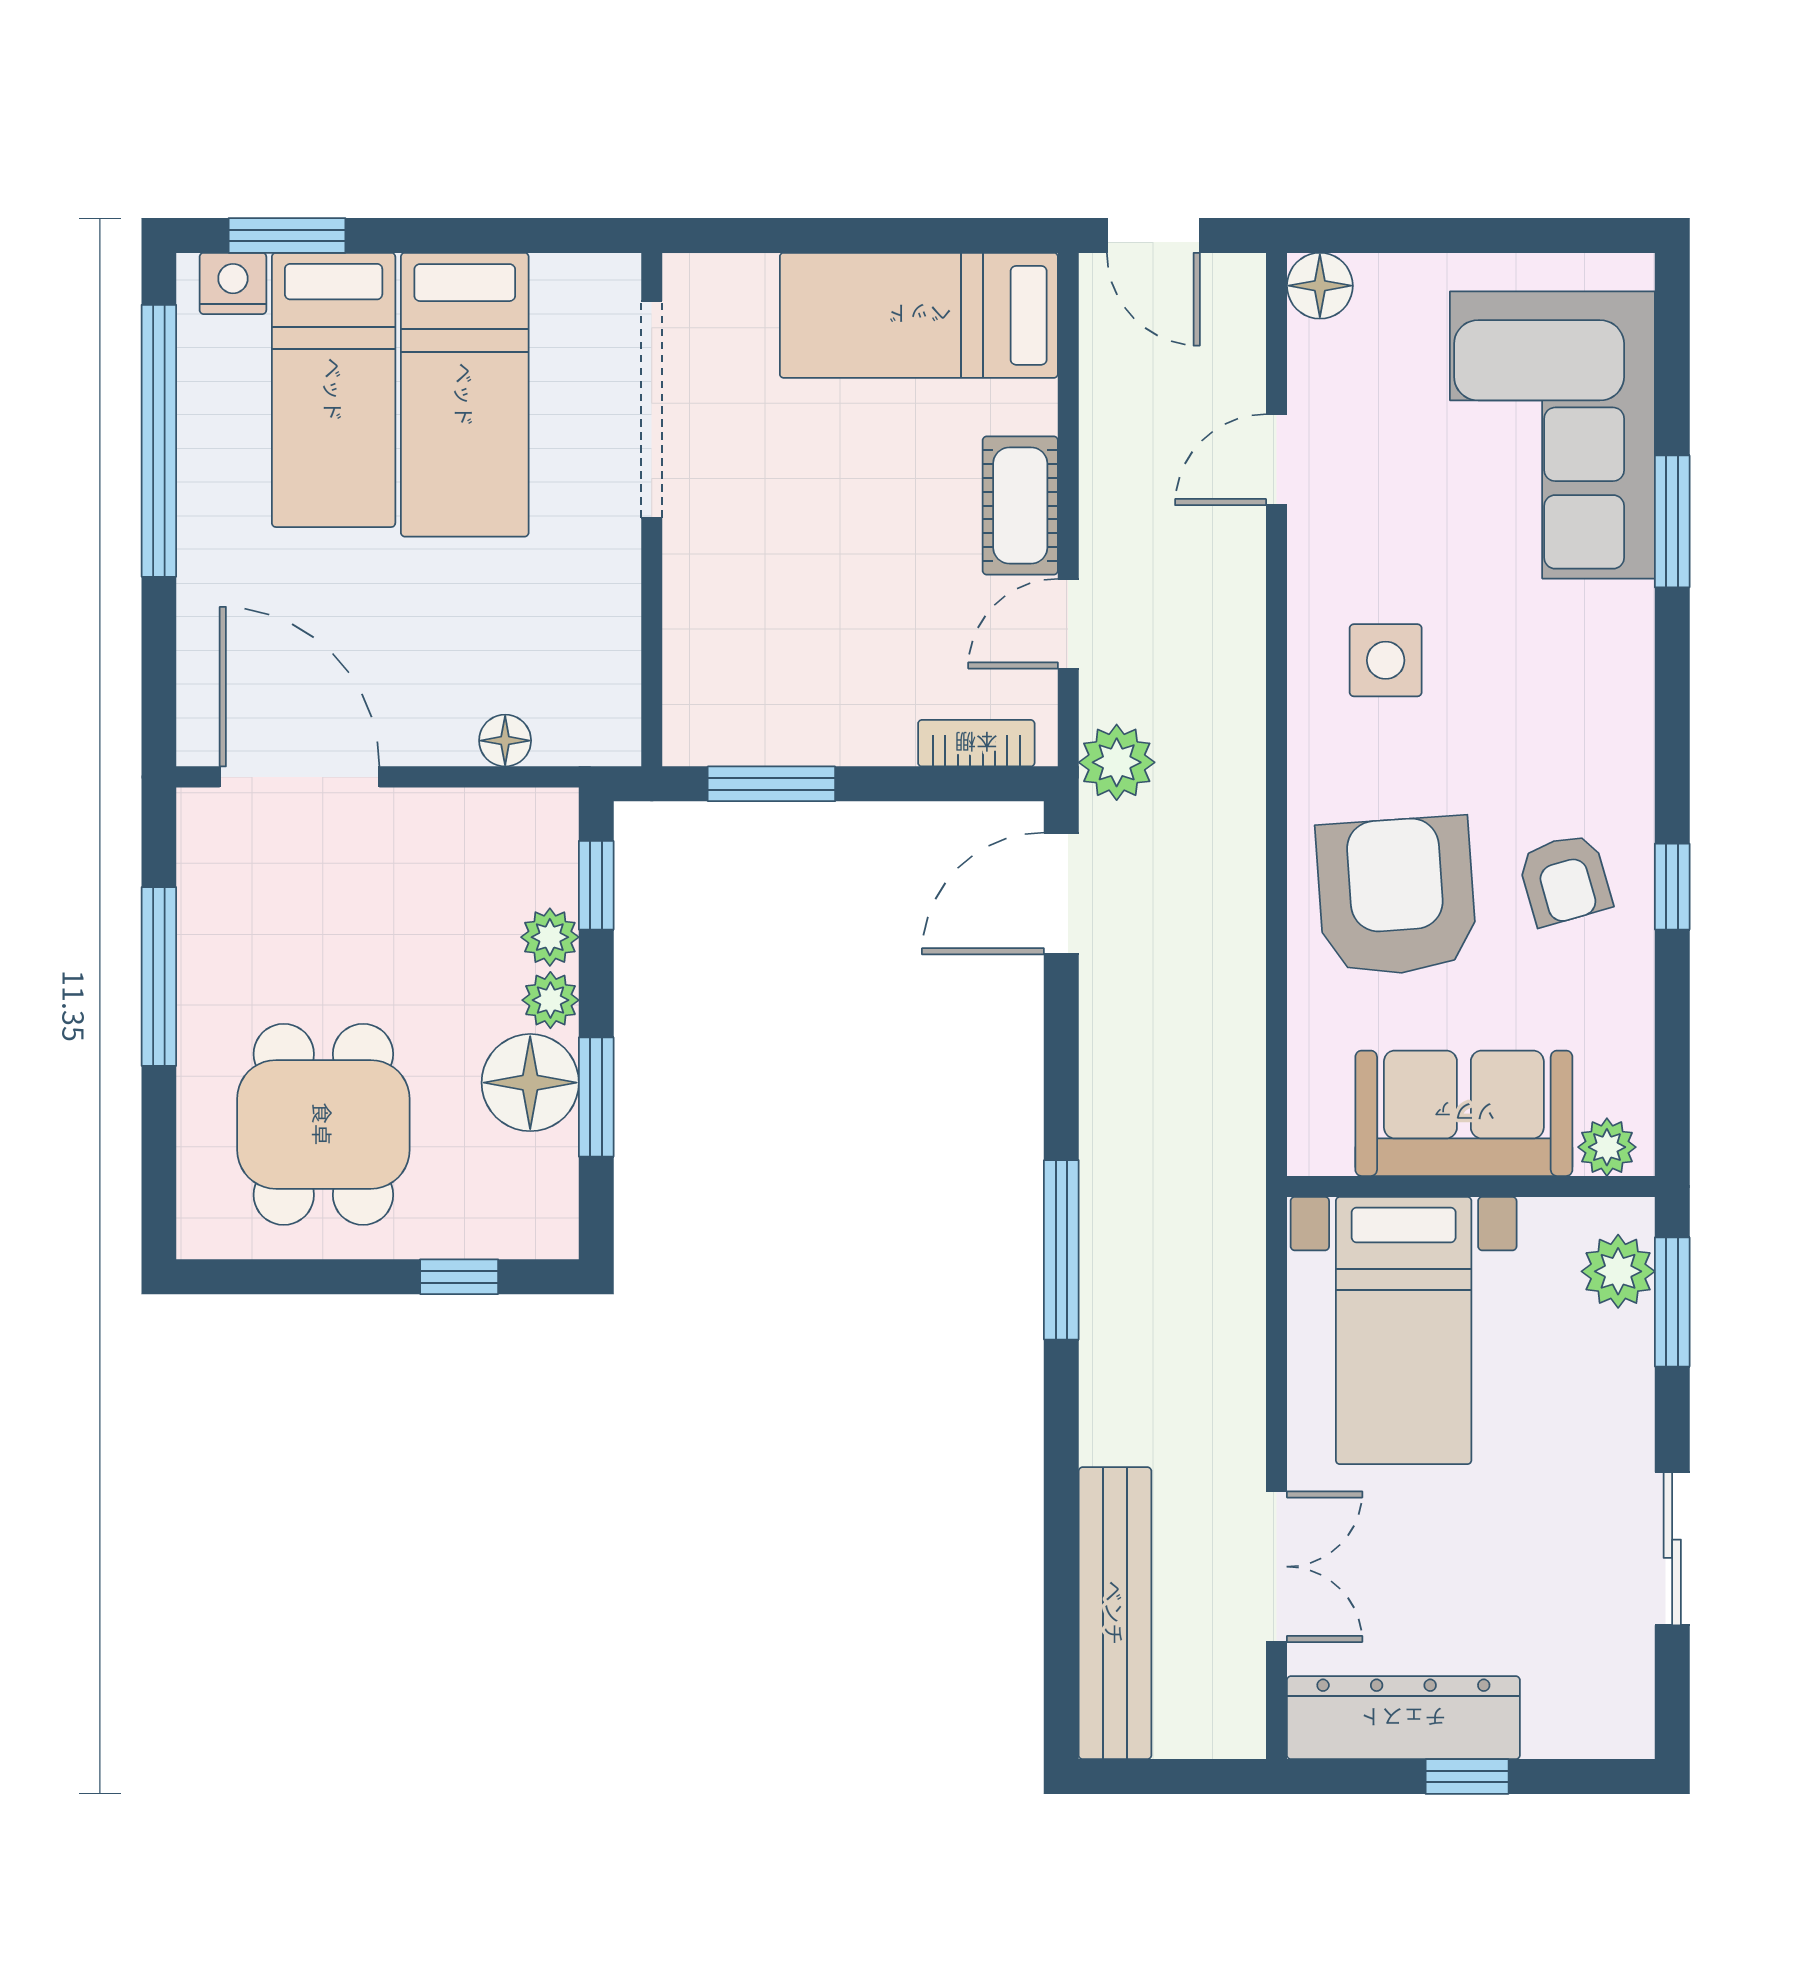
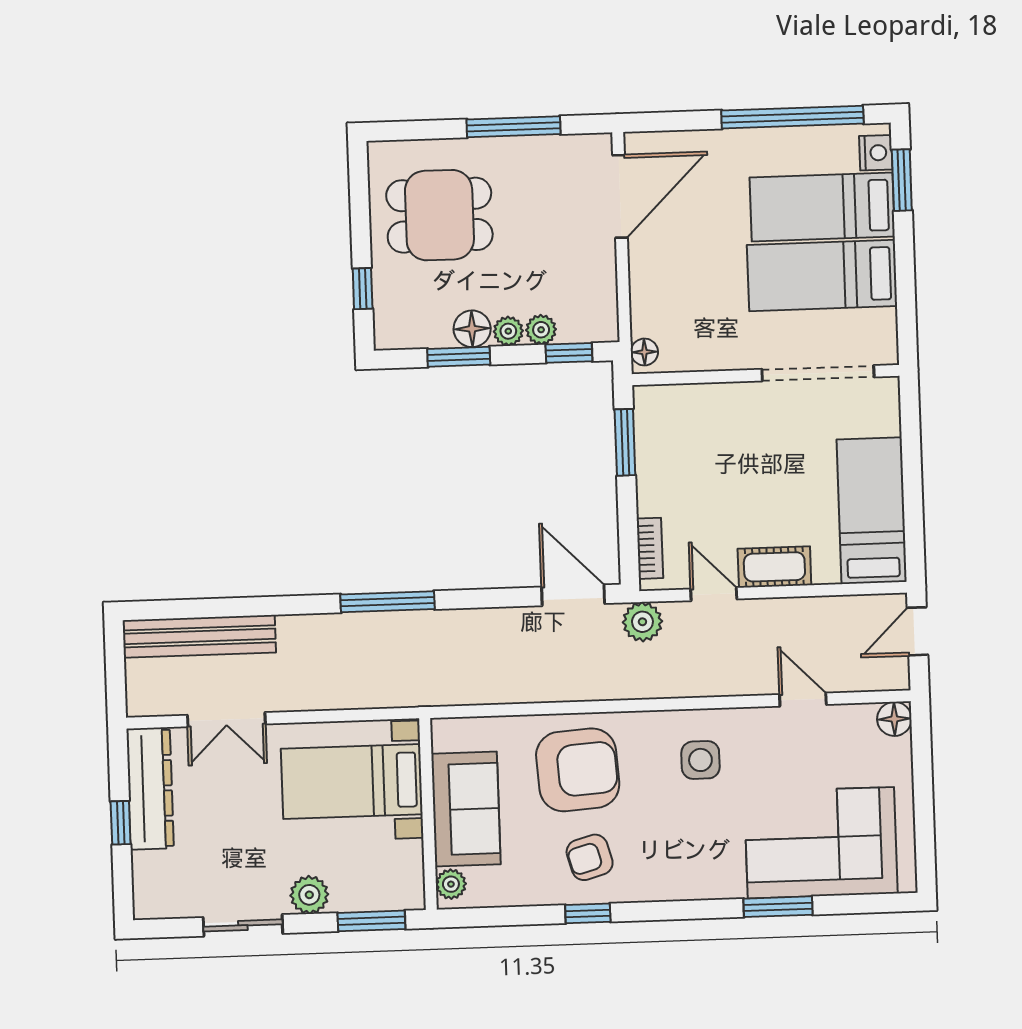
floor lamp: (505, 741) -> (644, 352), moved
floor lamp: (530, 1083) -> (472, 329), width x0.73, depth x0.73
plant: (1618, 1271) -> (309, 895), moved

